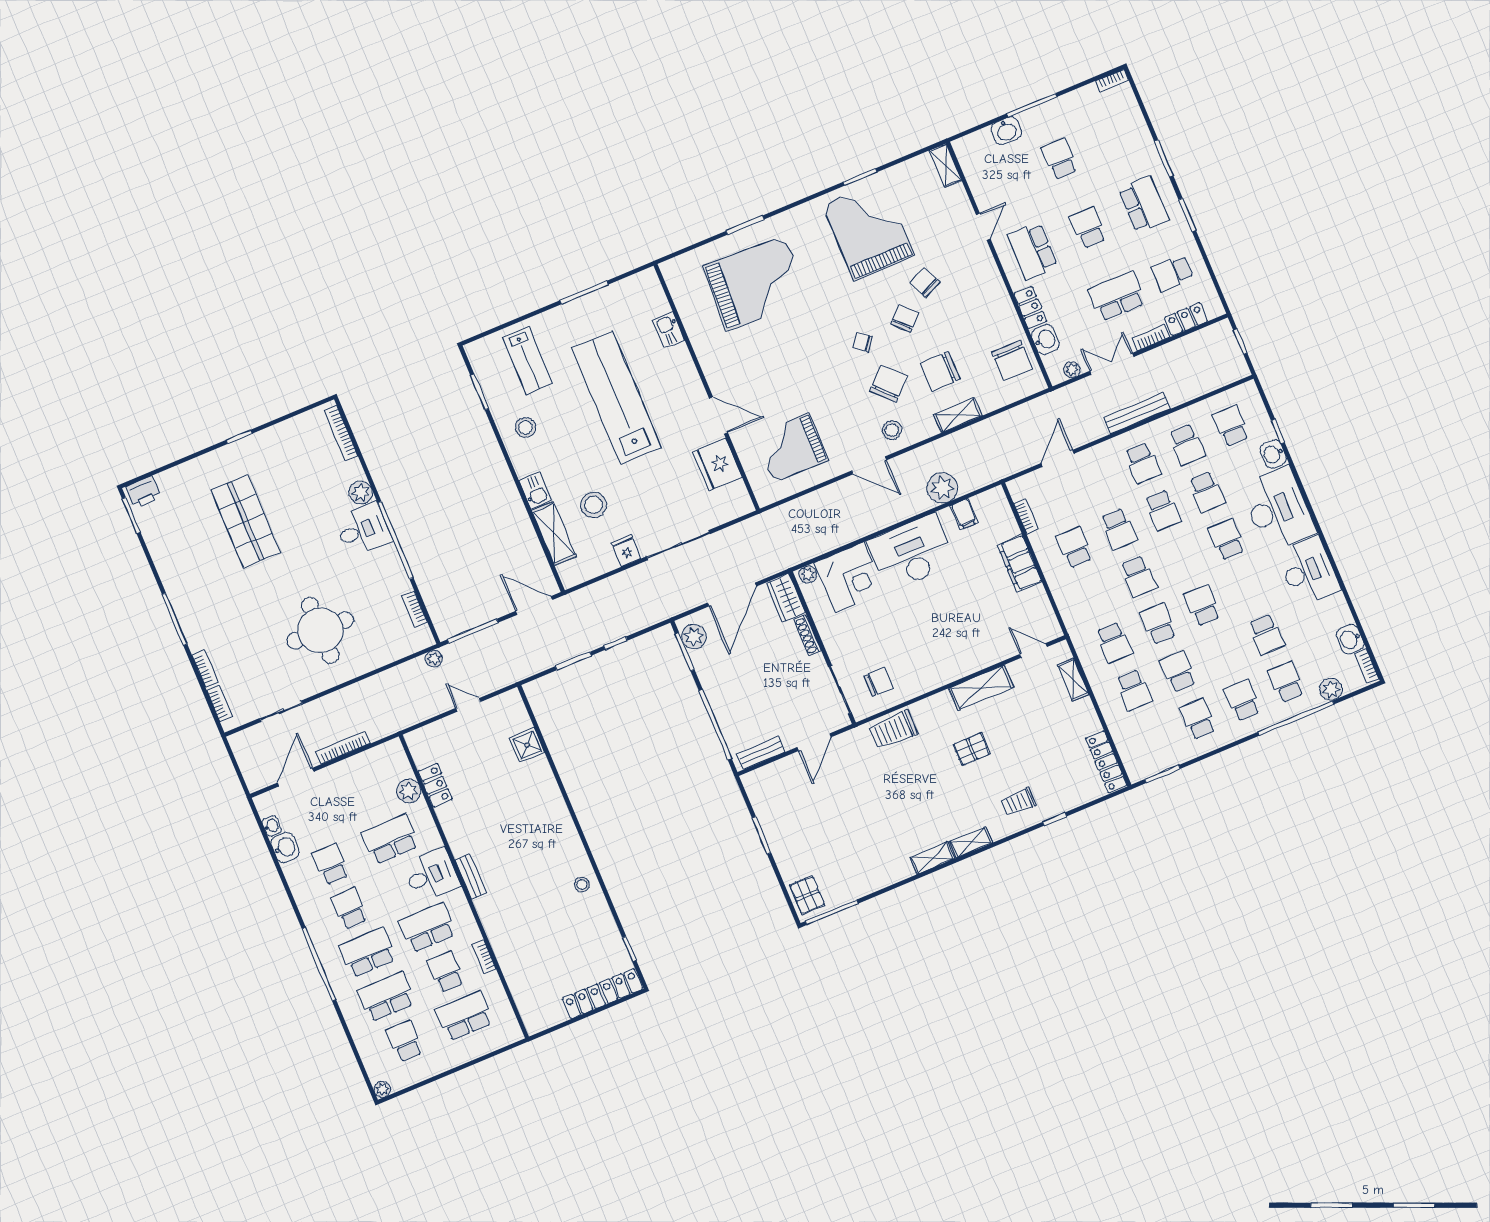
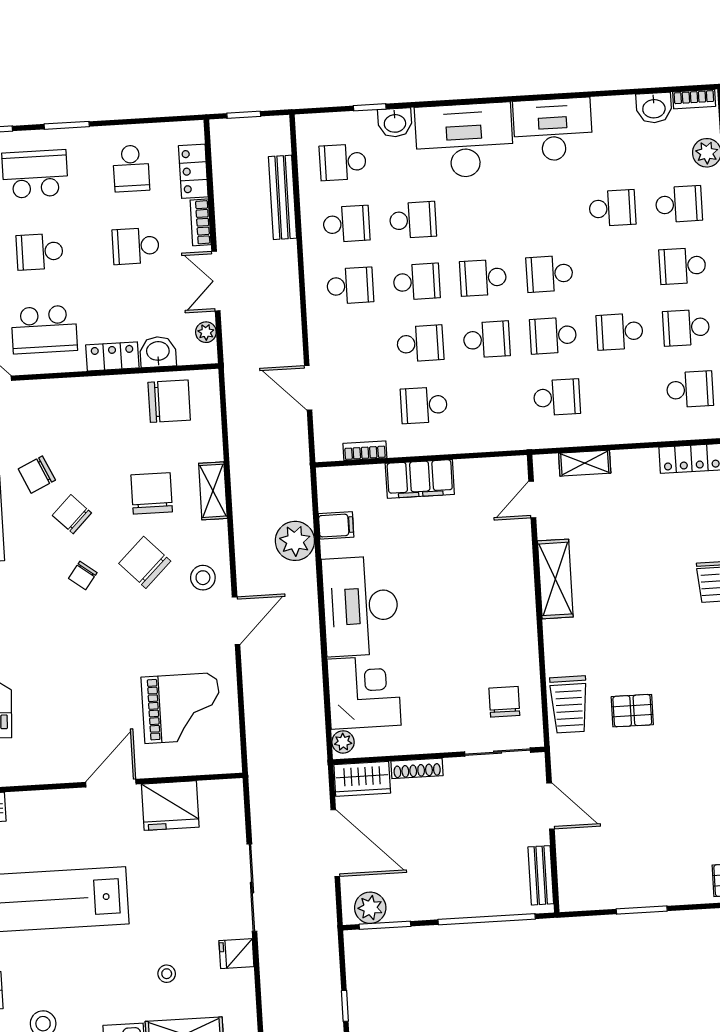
school desk: (1117, 296) -> (136, 246), width x0.54
chair: (940, 371) -> (152, 493), turned 180
bench: (1137, 413) -> (282, 197), moved
grand piano: (791, 448) -> (181, 708), turned -90
stool: (594, 505) -> (167, 974), width x0.53, depth x0.53
school desk: (1227, 539) -> (483, 278), moved
school desk: (1286, 682) -> (679, 204), turned 180
school desk: (1134, 690) -> (690, 389), moved
pallet: (972, 749) -> (632, 711), moved, turned 90

